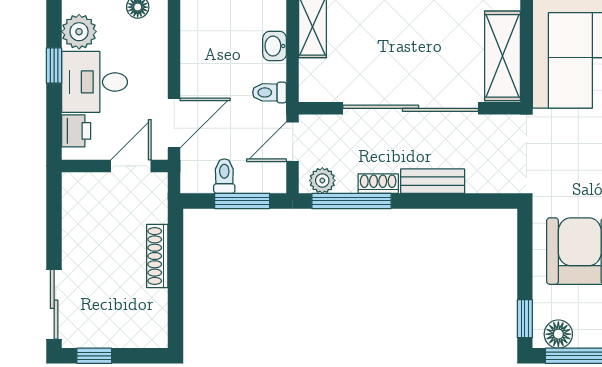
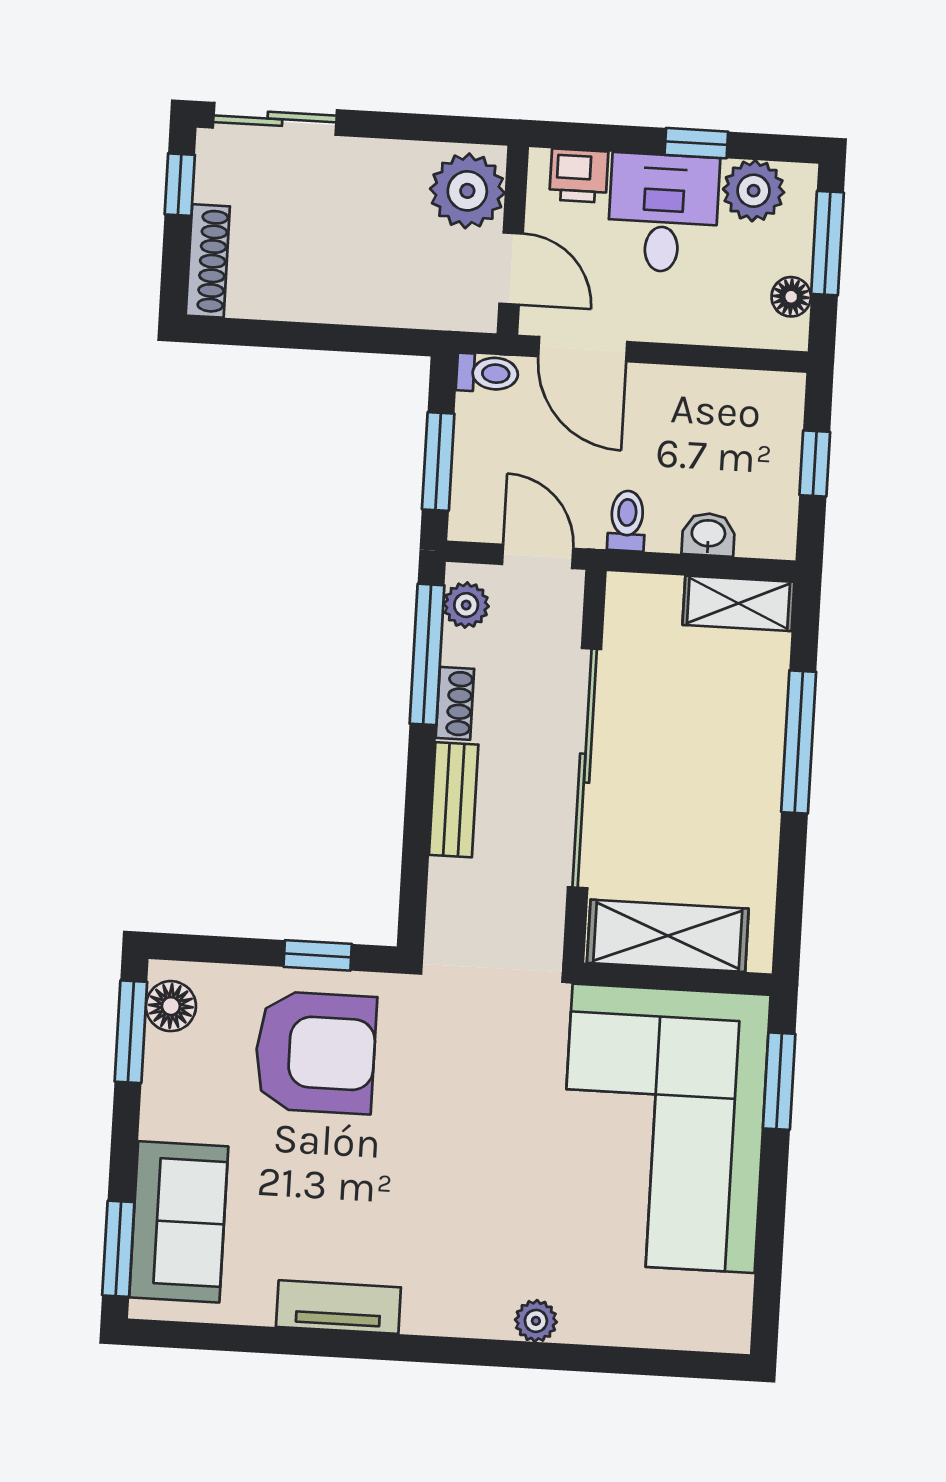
toilet: (224, 176) -> (487, 373), moved
plant: (88, 193) -> (467, 191), added
shoe rack: (157, 256) -> (208, 261), moved, turned 90
window: (525, 319) -> (318, 955), moved

